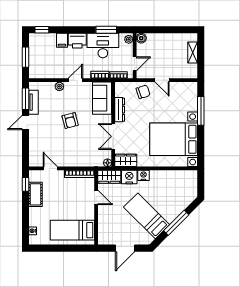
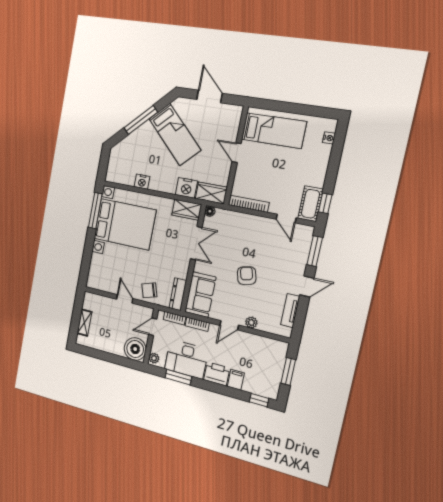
boiler: (141, 38) -> (135, 349), width x1.86, depth x1.86
window: (25, 99) -> (315, 251), moved
dresser: (120, 110) -> (178, 294), moved
window: (201, 111) -> (95, 211), moved
nightstand: (143, 175) -> (142, 182), moved
cot: (36, 194) -> (310, 204), moved
door: (96, 197) -> (237, 153), moved
door: (125, 248) -> (210, 96), hinge flipped

